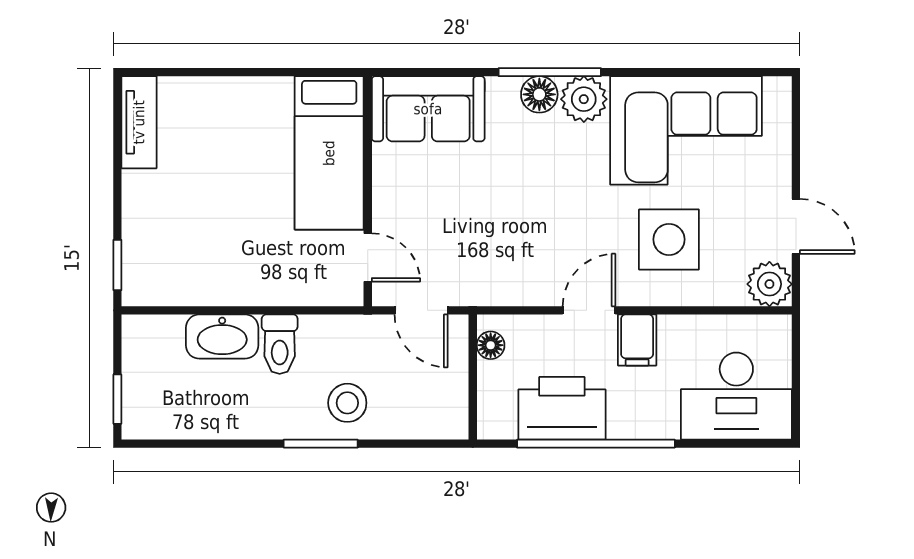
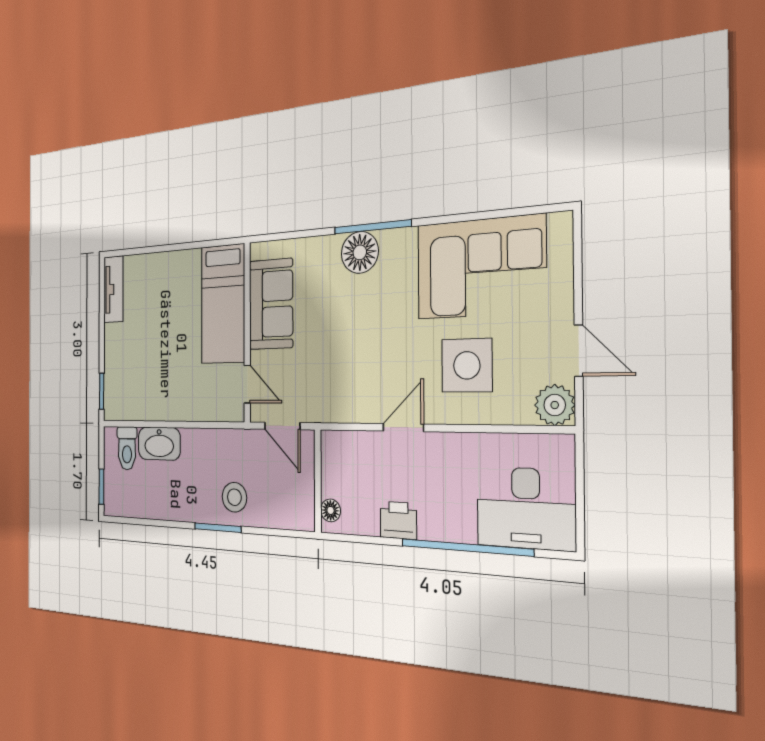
floor lamp: (539, 94) -> (360, 252), width x1.38, depth x1.38
plant: (584, 99) -> (398, 247), removed
sofa: (428, 109) -> (271, 304), moved, turned -90
filing cabinet: (637, 340) -> (441, 454), removed
toilet: (280, 344) -> (127, 448), moved
floor lamp: (491, 345) -> (331, 510), moved
printer: (562, 408) -> (398, 520), width x0.53, depth x0.68
window: (596, 444) -> (466, 547), moved

